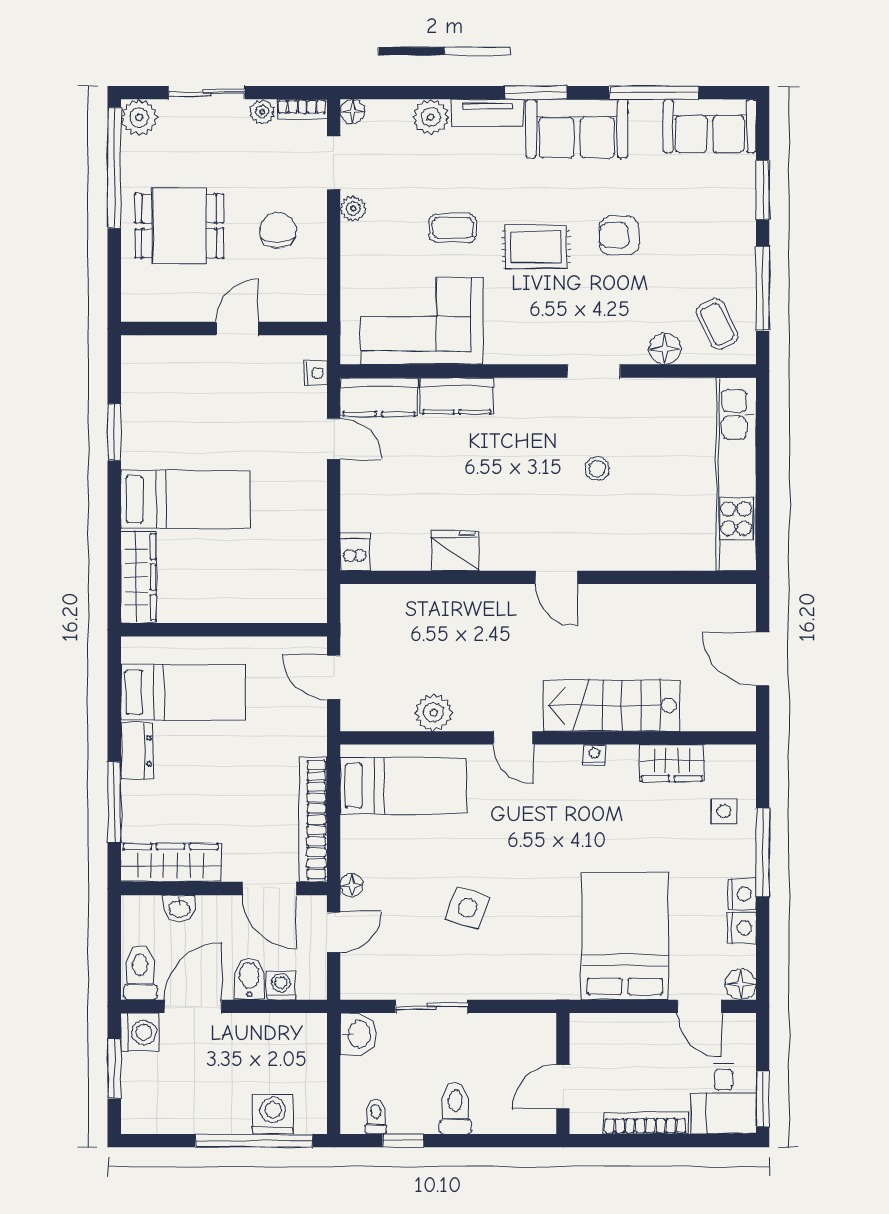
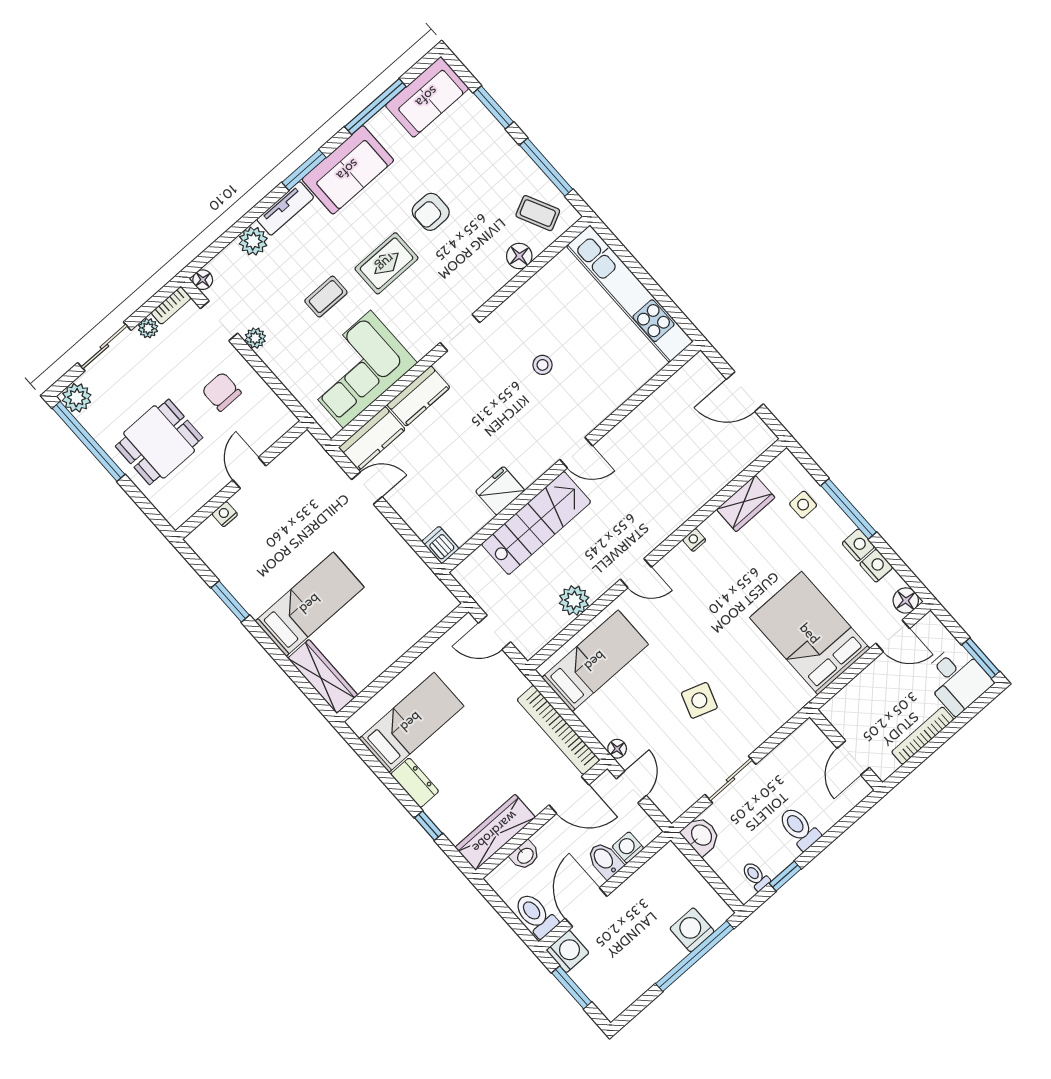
doorway: (594, 371) -> (460, 333), moved
nightstand: (316, 373) -> (225, 514), moved, turned -90
stairs: (611, 705) -> (536, 523), moved, turned 180
window: (114, 802) -> (429, 826), width x0.46

